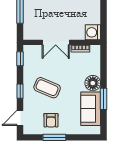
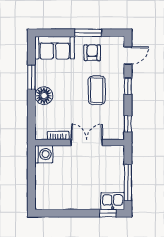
coffee table: (47, 88) -> (97, 90), turned 67
sofa: (91, 109) -> (55, 48), moved, turned 90

